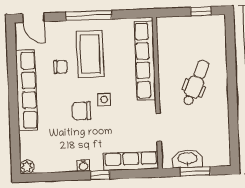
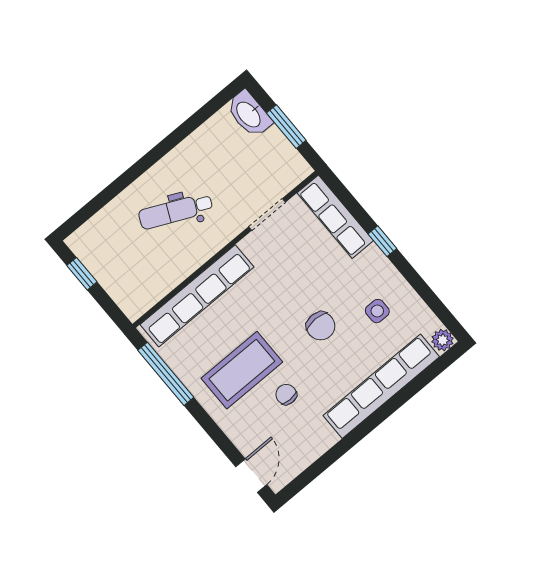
window: (89, 16) -> (166, 374), moved
row of seats: (27, 90) -> (381, 386), moved
side table: (104, 100) -> (377, 311), moved
washbasin: (187, 159) -> (249, 114), moved
water cooler: (83, 166) -> (387, 271), removed

